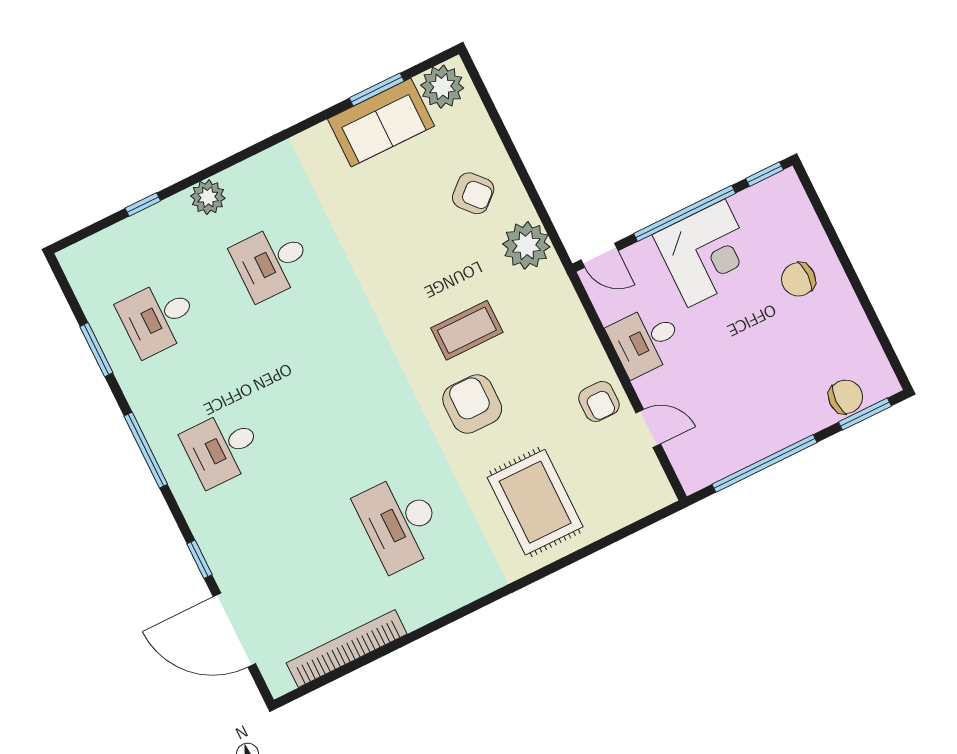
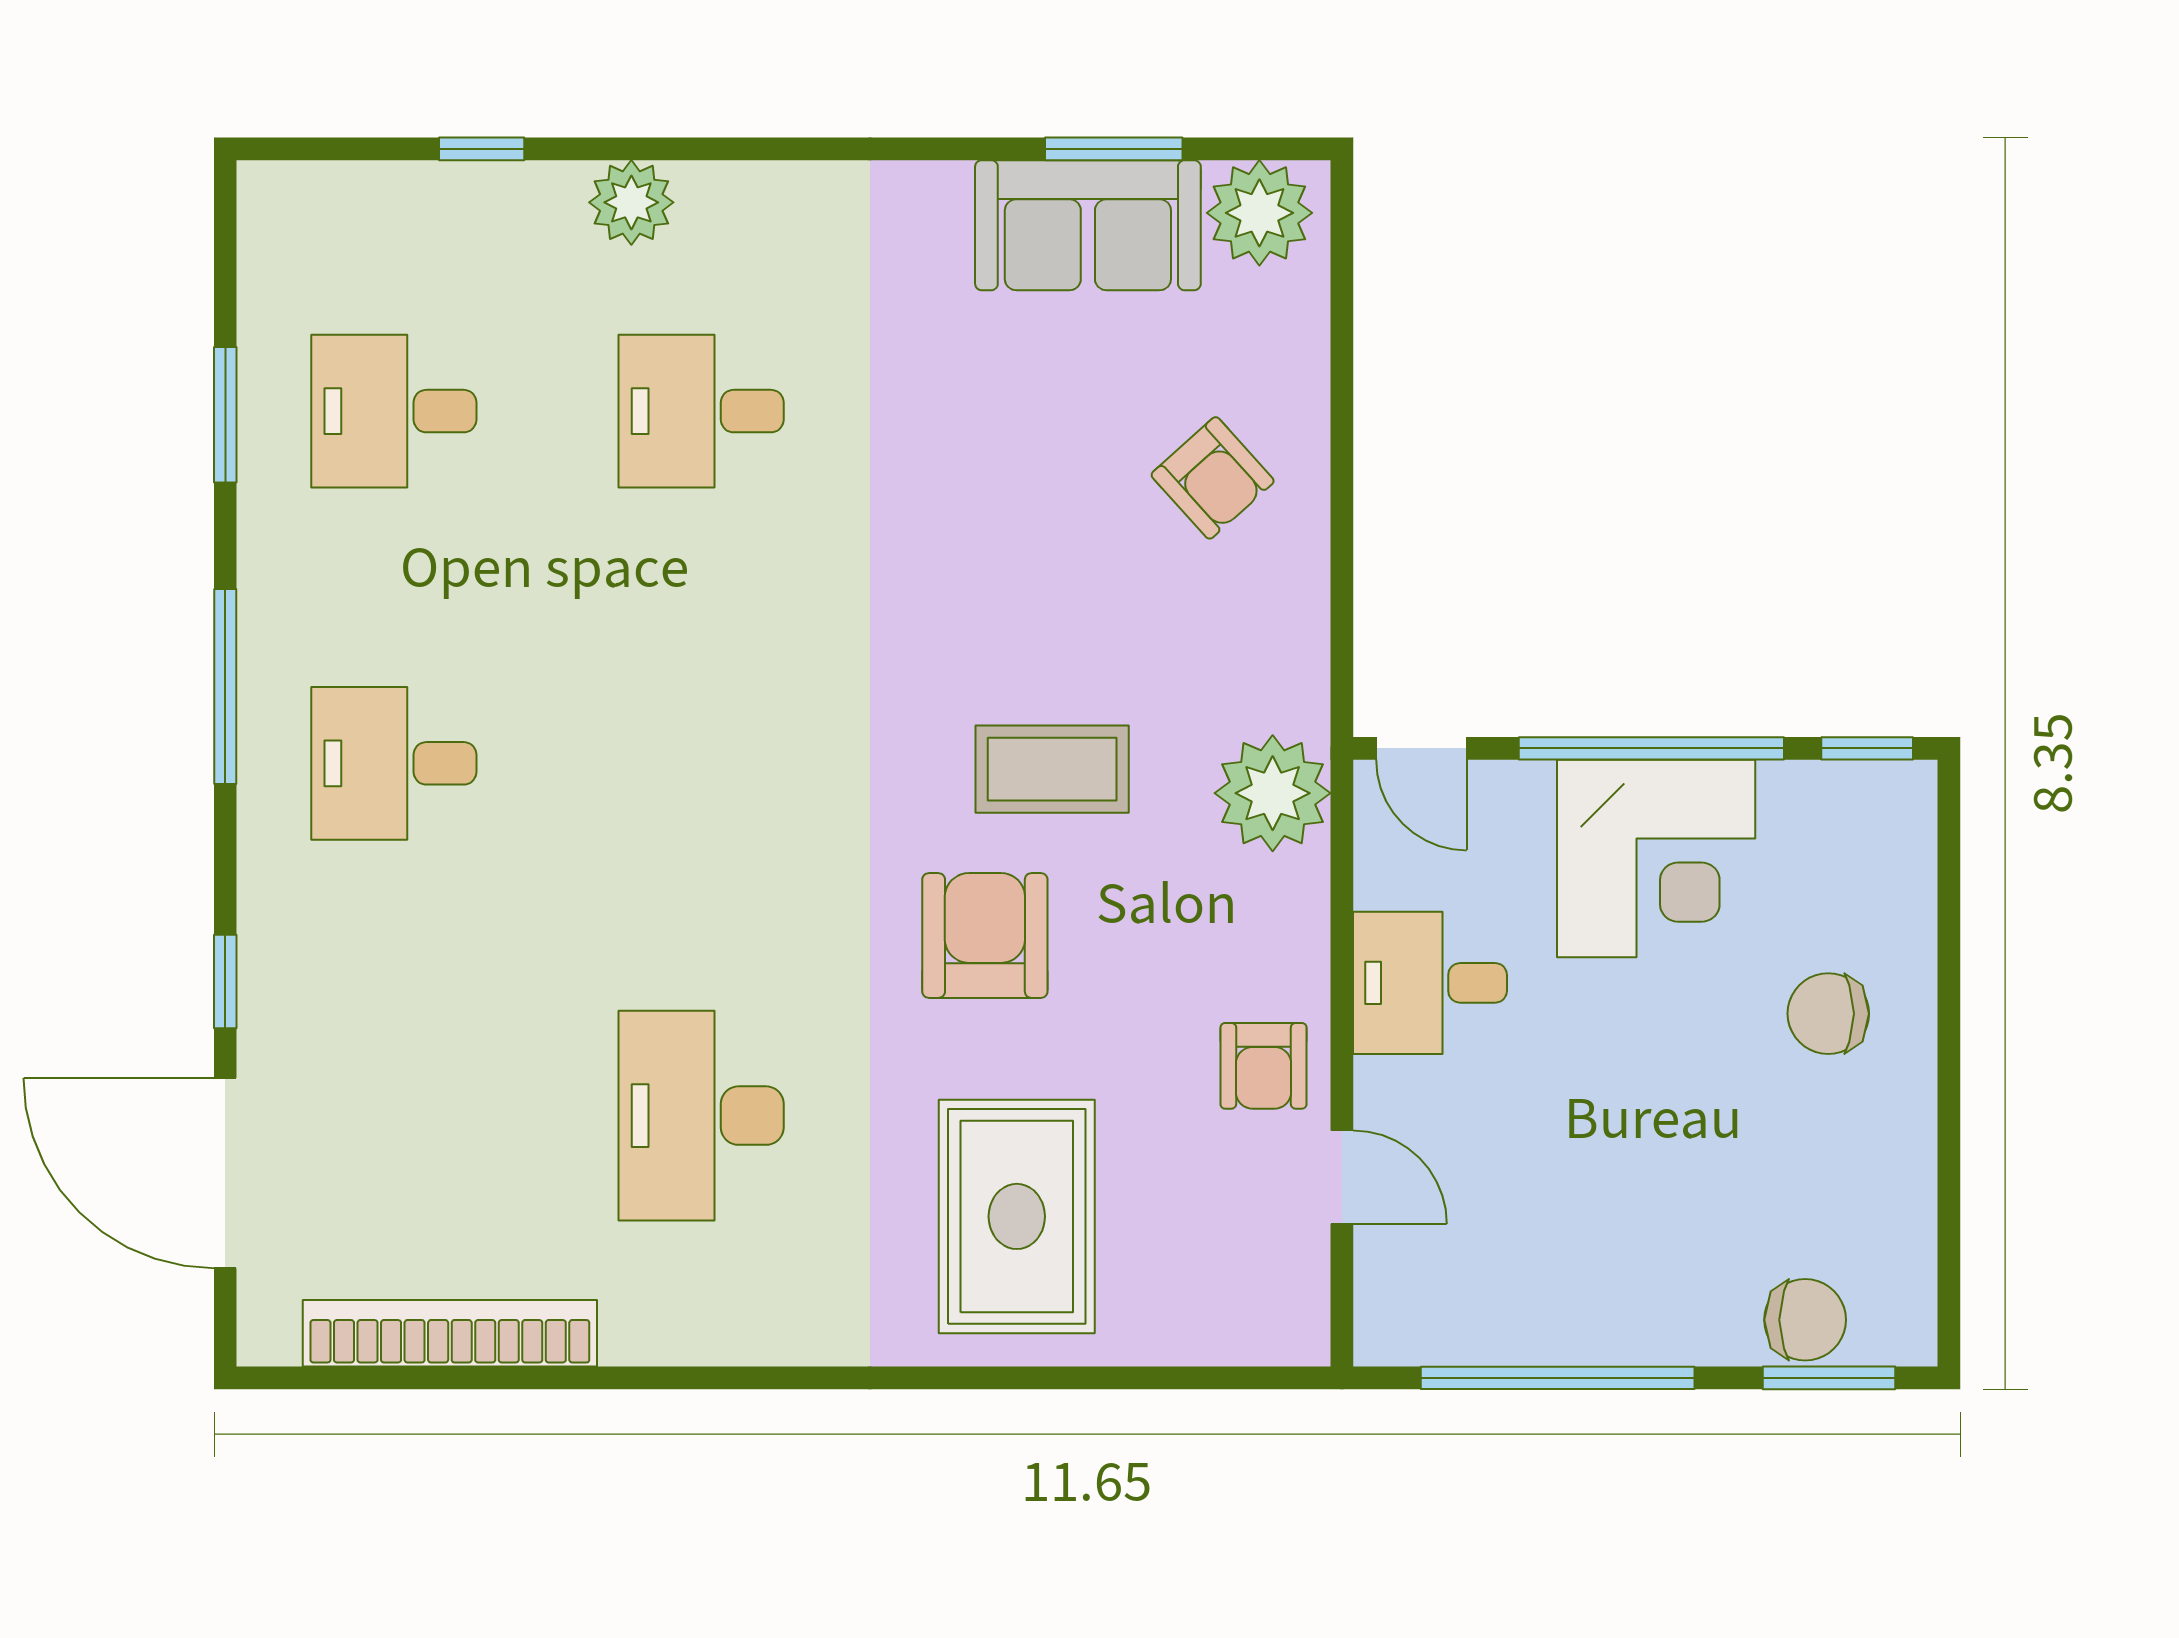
plant: (526, 245) -> (1273, 793), moved

